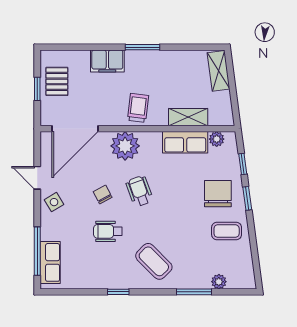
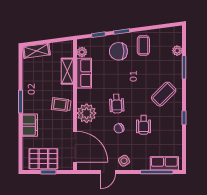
pallet: (57, 81) -> (43, 159), width x1.50, depth x1.42
wheelchair: (139, 191) -> (117, 104), turned -73

